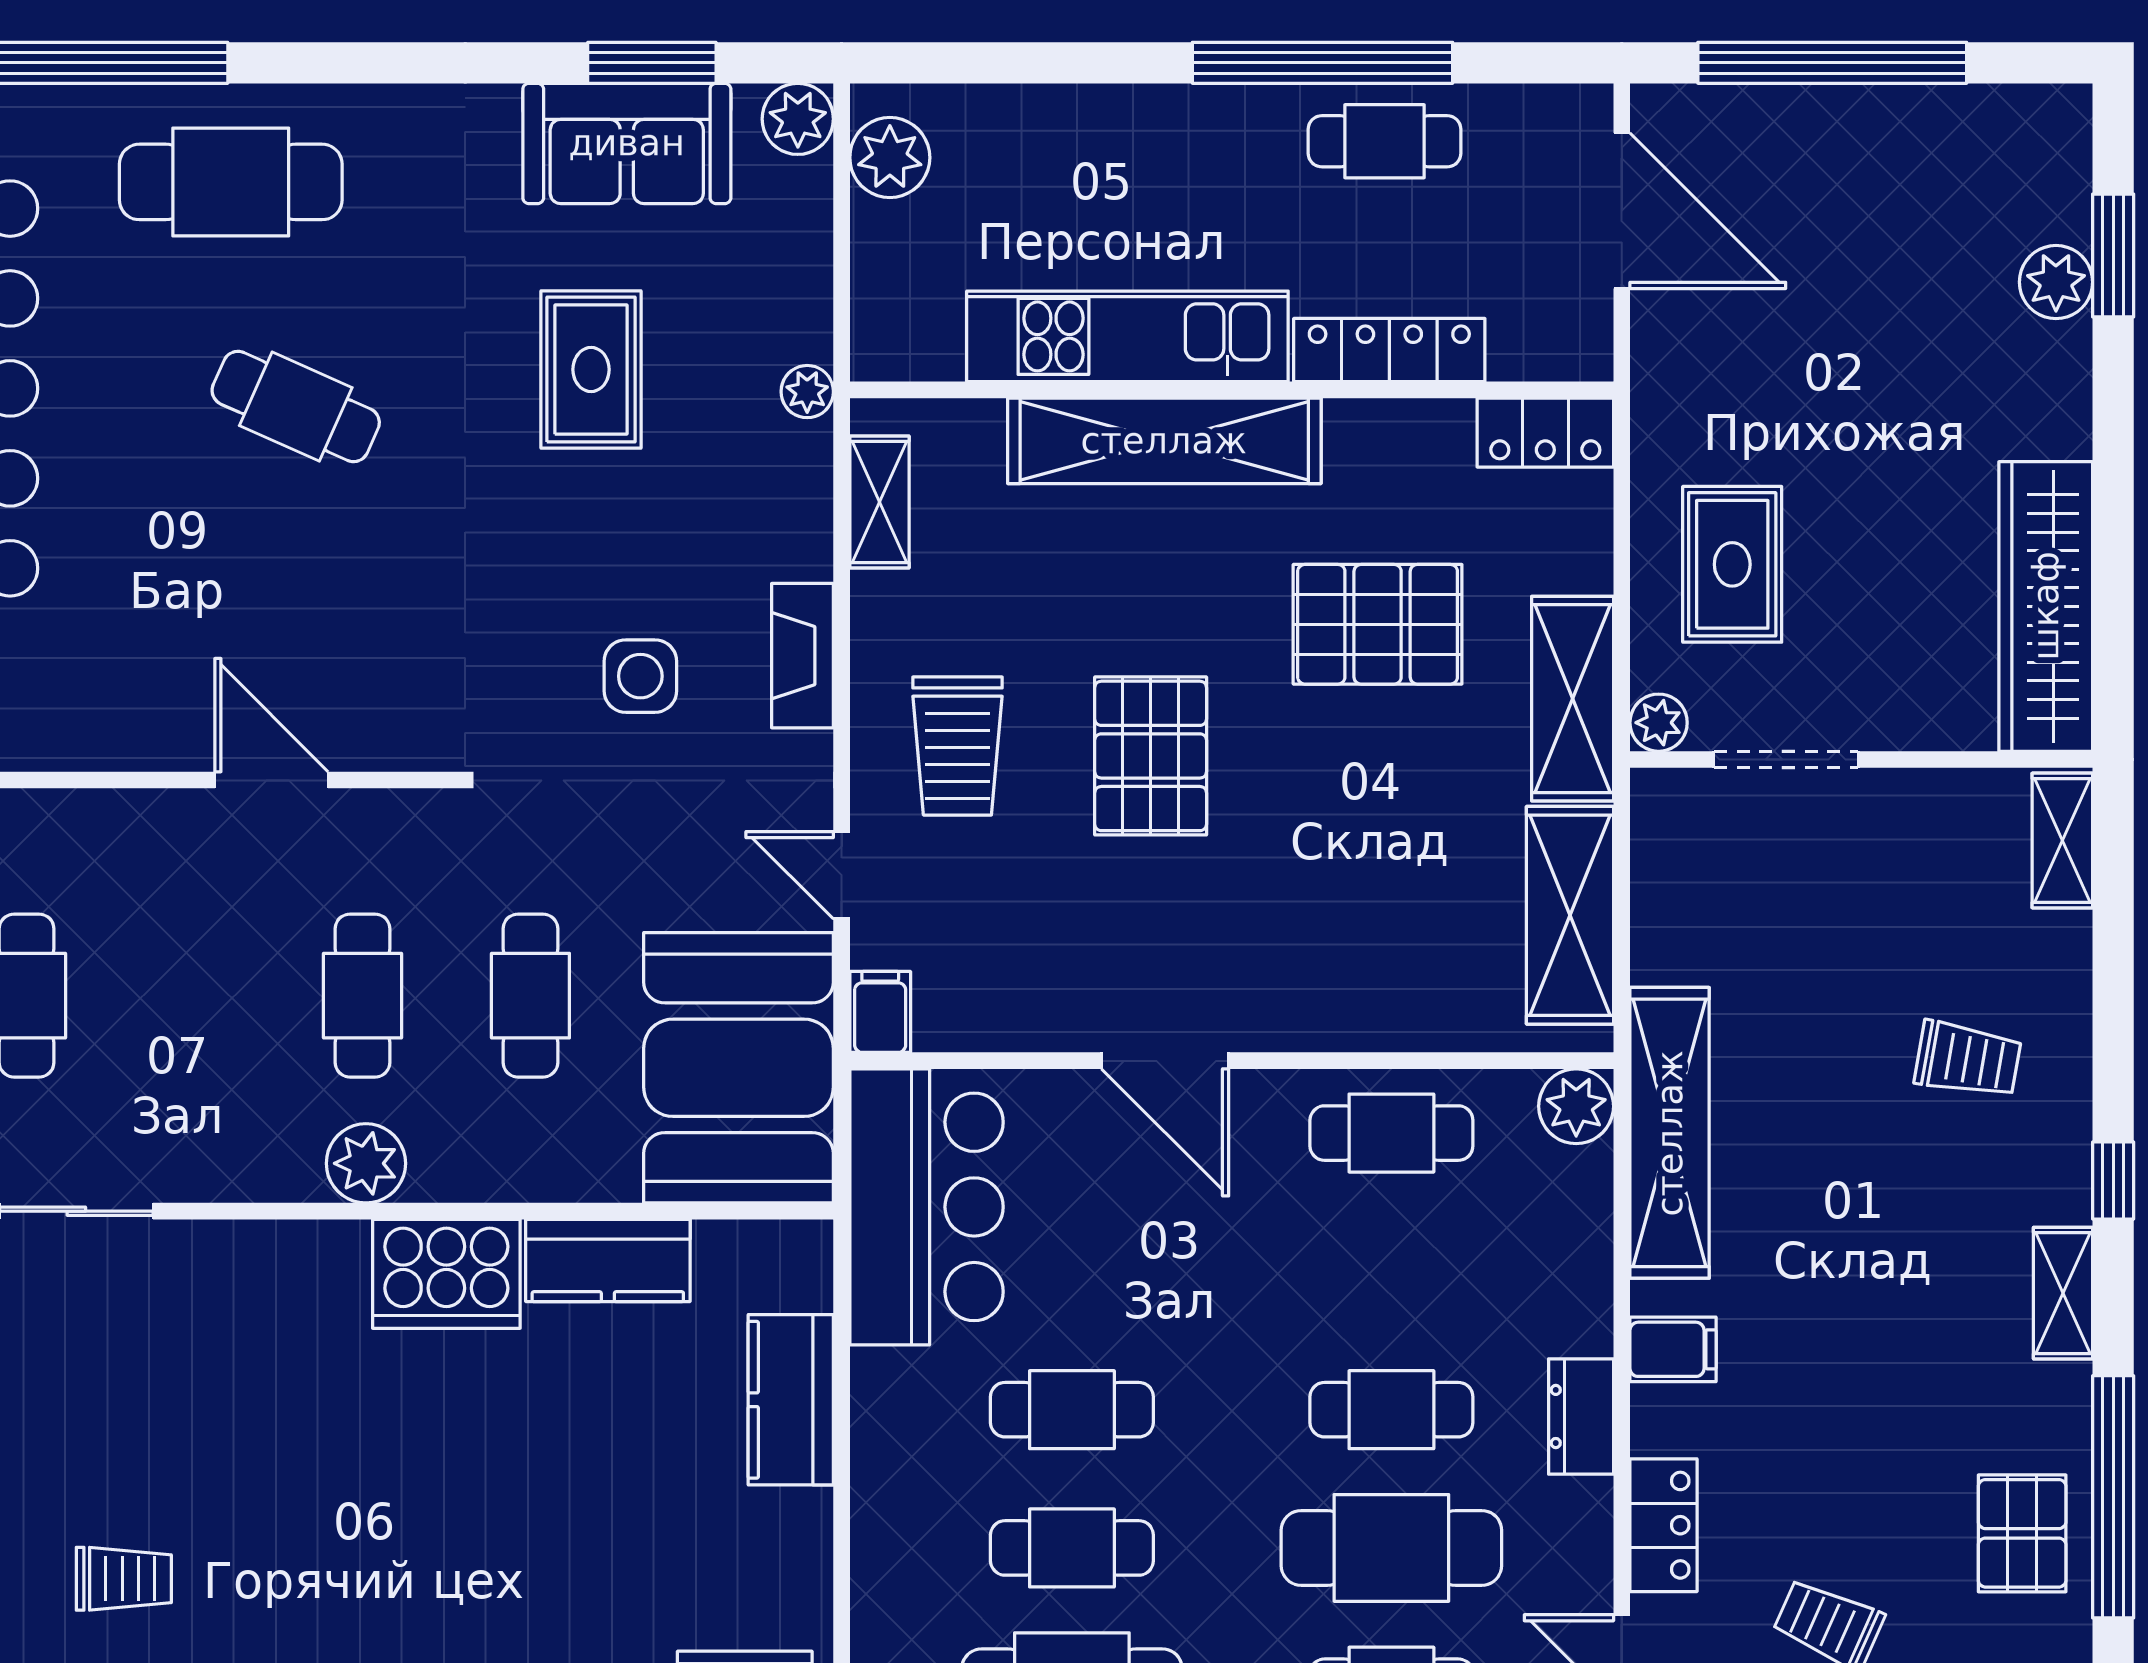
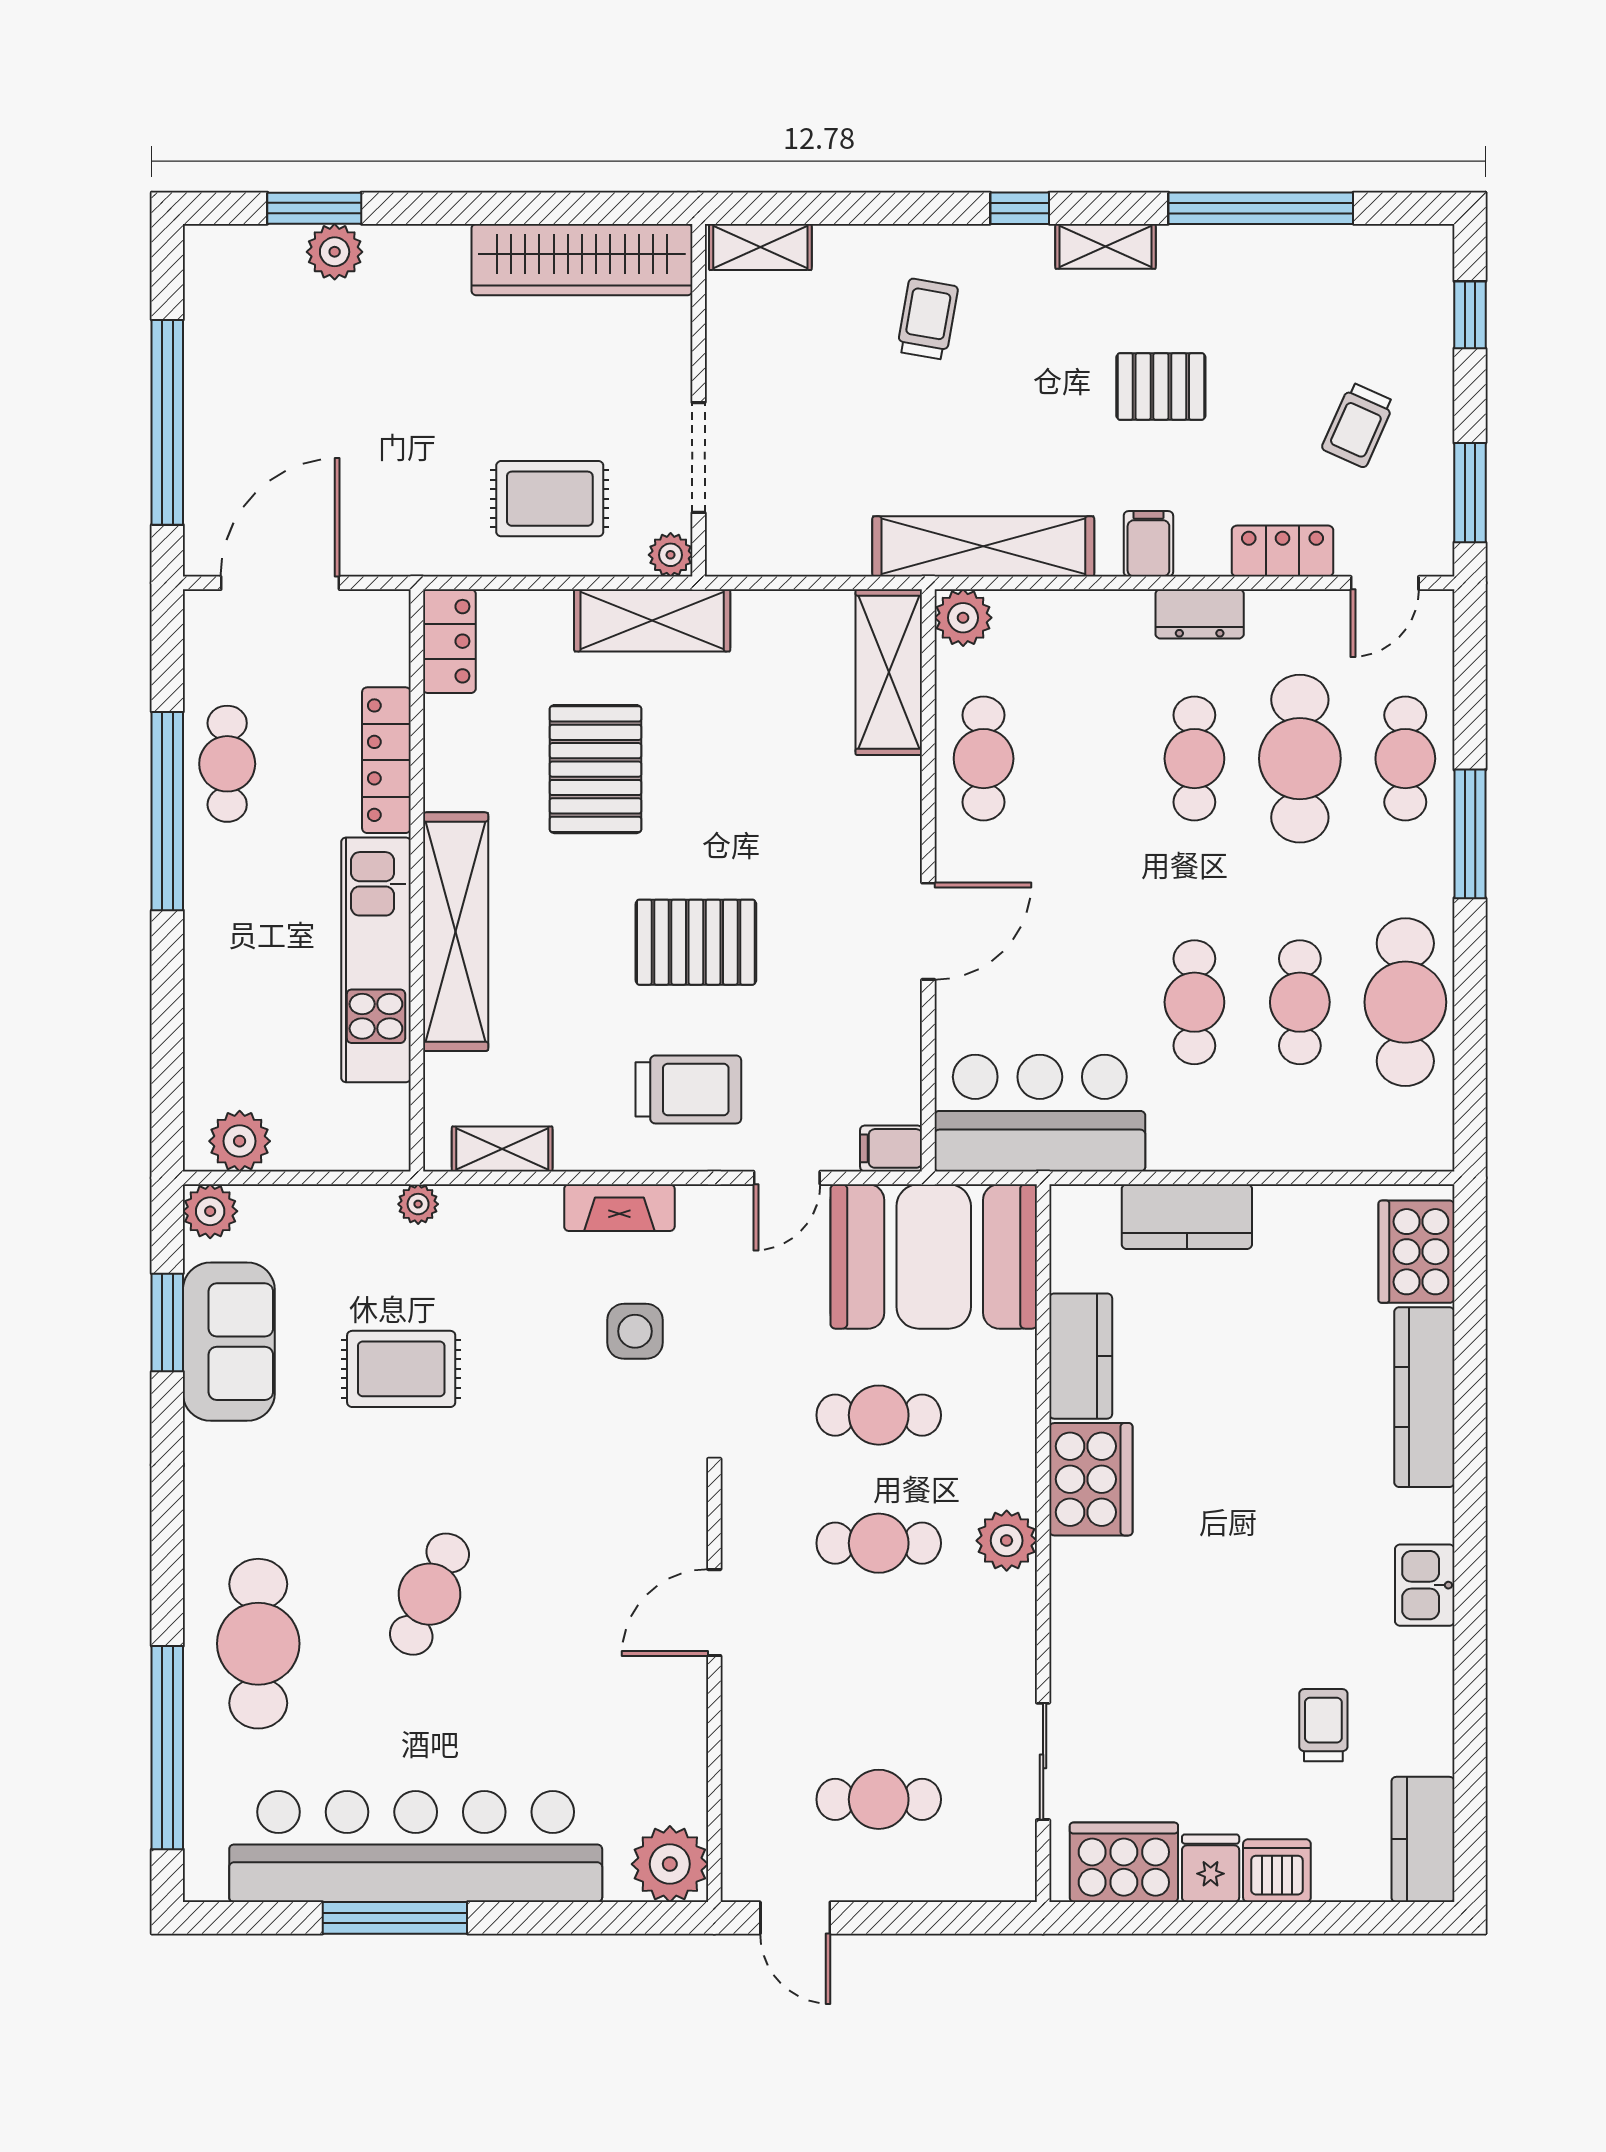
shelving: (1570, 915) -> (889, 672), moved, turned 90
pallet: (2022, 1533) -> (1161, 386), moved

